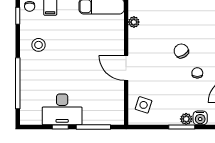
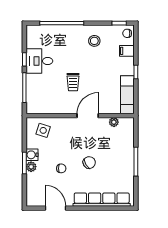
door: (126, 68) -> (88, 116), moved
trolley: (87, 70) -> (73, 82), added
chair: (197, 73) -> (61, 168), moved
desk: (62, 109) -> (39, 61), width x0.73
water cooler: (200, 118) -> (32, 155), moved

